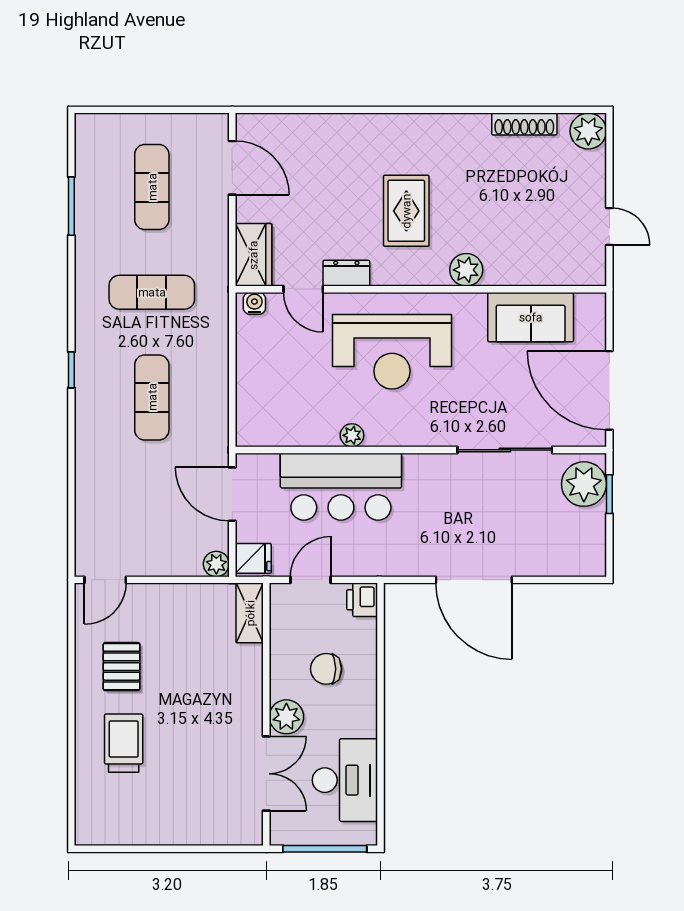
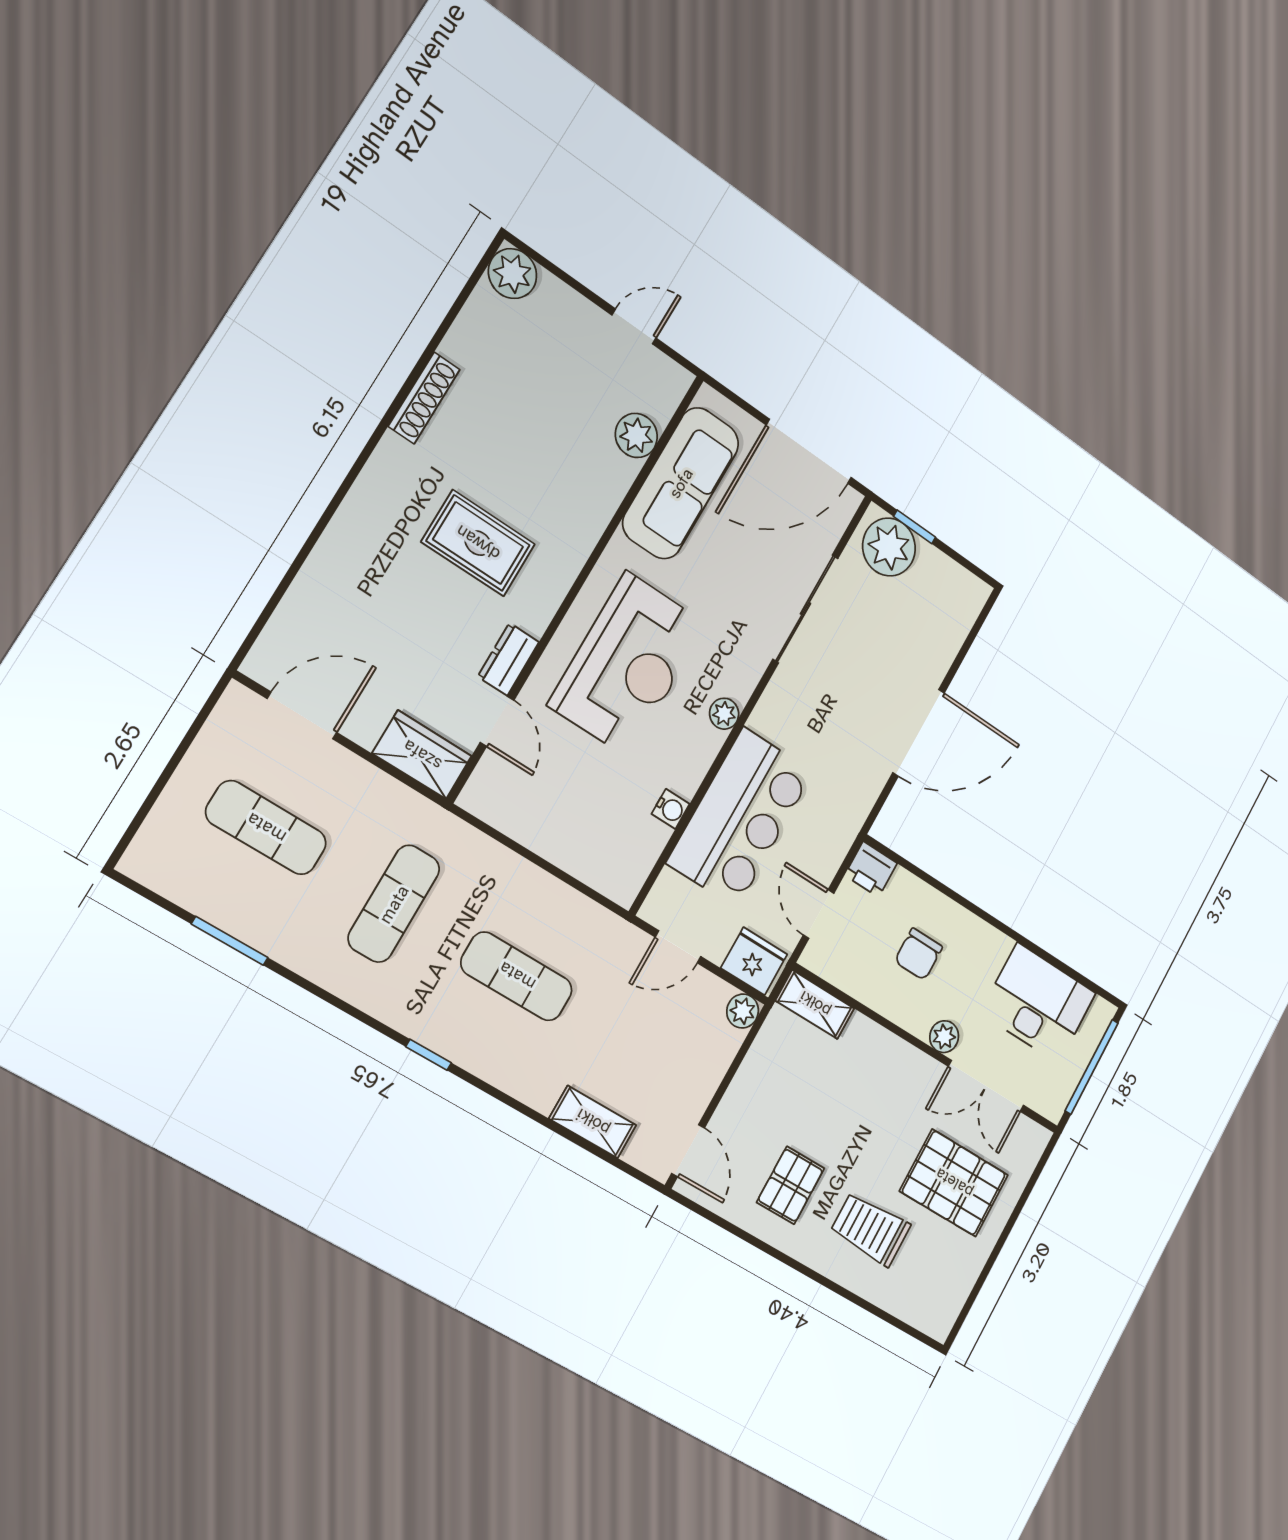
shoe rack: (524, 124) -> (424, 398), moved
plant: (466, 270) -> (636, 435), moved
door: (303, 289) -> (497, 721), hinge flipped
water cooler: (254, 303) -> (671, 809), moved, turned 180
sofa: (531, 317) -> (681, 483), width x1.36
plant: (352, 435) -> (724, 714), moved
door: (232, 494) -> (678, 947), width x0.73
shelving: (88, 503) -> (593, 1122), added
fridge: (253, 558) -> (754, 961), width x1.38
pallet: (122, 667) -> (790, 1185), turned 90
plant: (286, 717) -> (944, 1037), width x0.73, depth x0.73
double door: (266, 774) -> (986, 1086), swing flipped
pallet: (188, 788) -> (954, 1183), added

